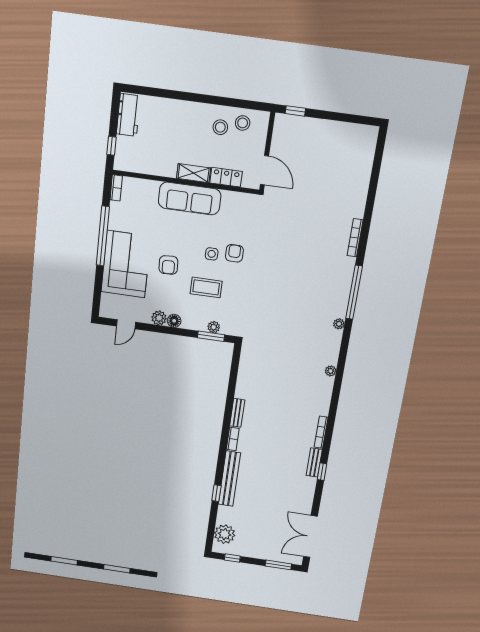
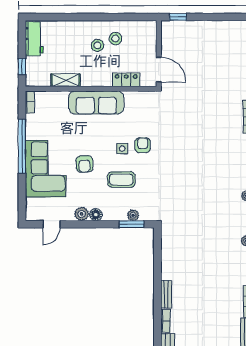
stool: (243, 123) -> (97, 45), moved
shelving: (194, 173) -> (66, 80), moved

